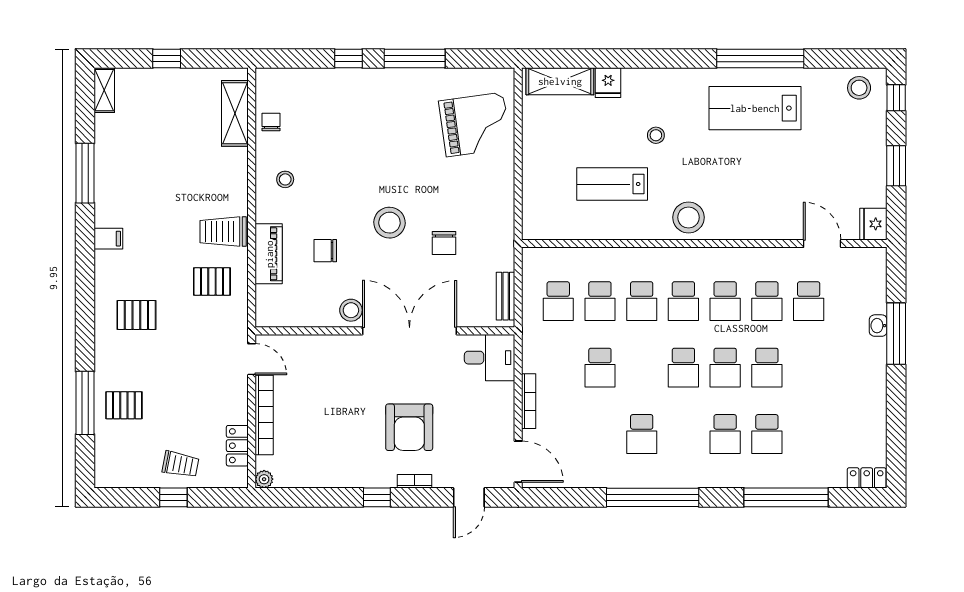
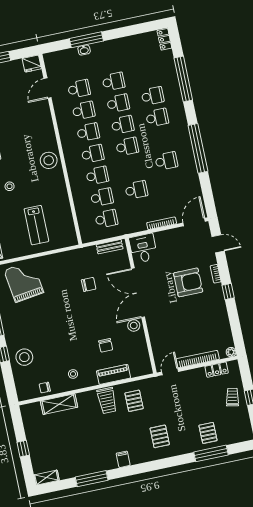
shelving: (235, 113) -> (59, 404), moved
lab bench: (612, 184) -> (36, 225), moved
stool: (389, 223) -> (24, 357), moved
school desk: (809, 368) -> (113, 82), added

